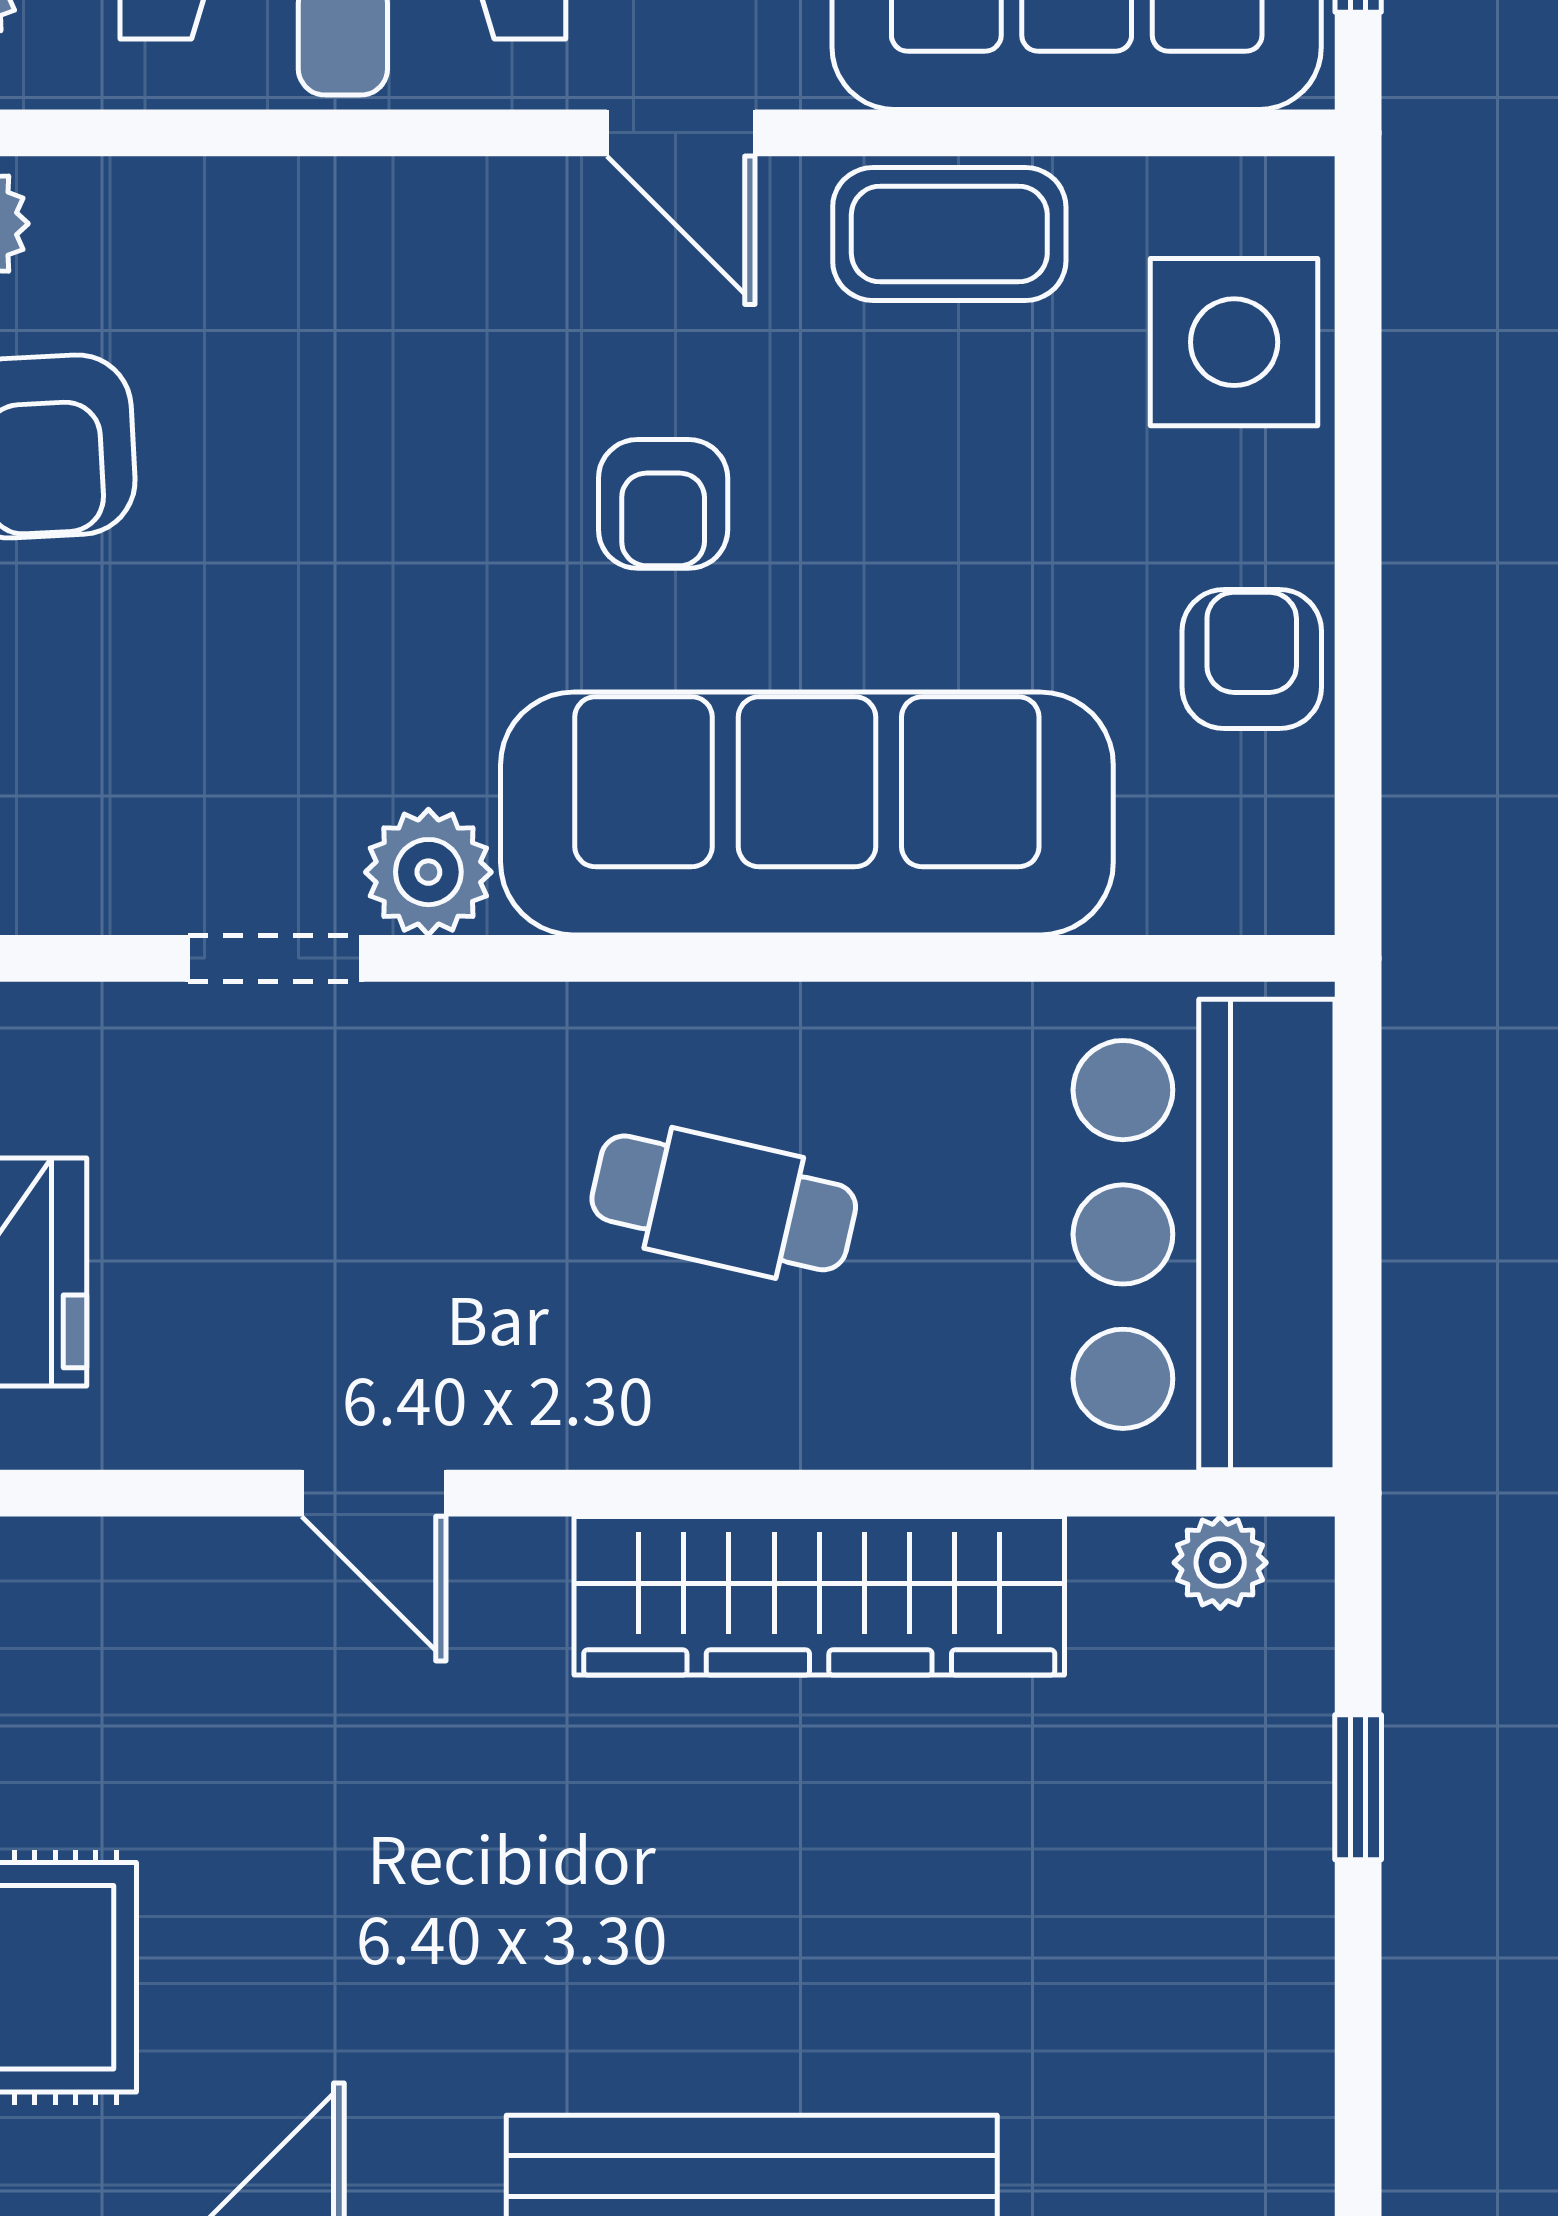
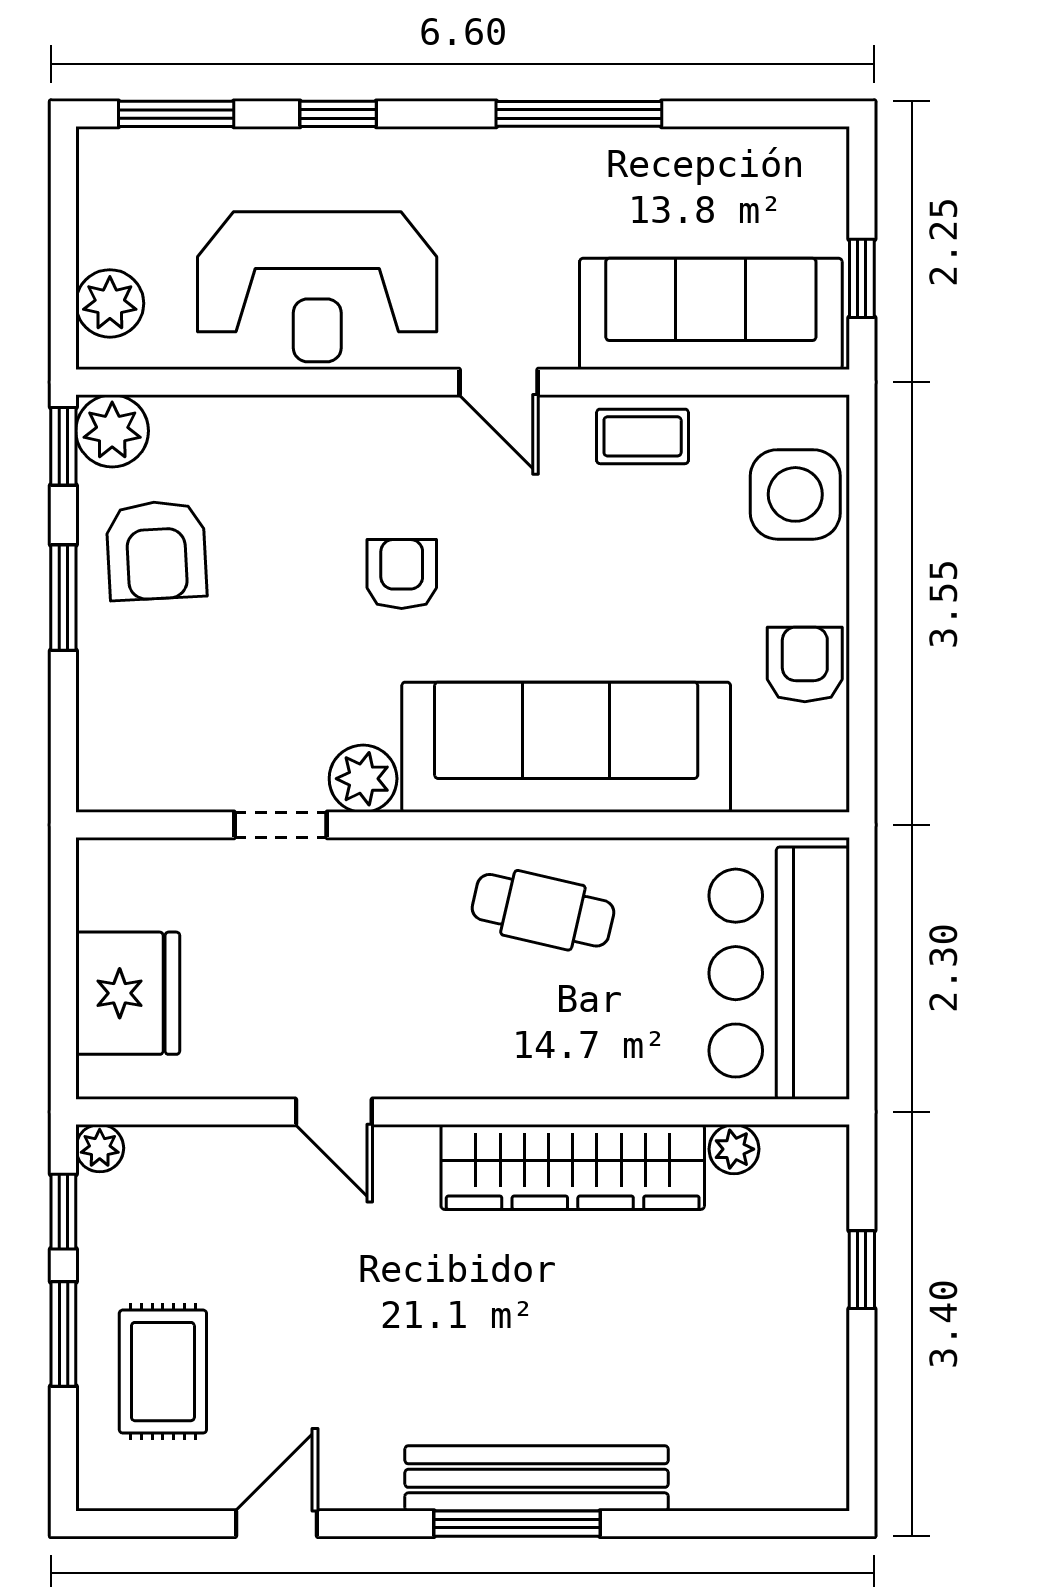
coffee table: (949, 234) -> (643, 436), width x0.73, depth x0.77
armchair: (663, 504) -> (402, 574), moved, turned 180
cafe table: (724, 1203) -> (543, 910), moved
plant: (1220, 1563) -> (734, 1149), moved

